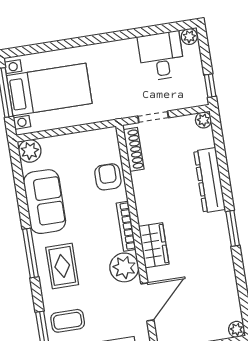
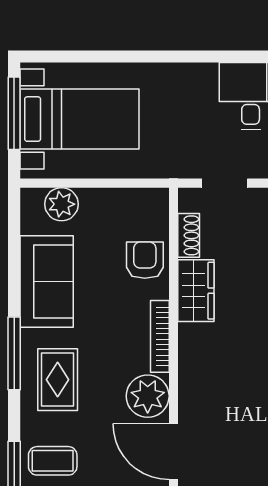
shoe rack: (134, 149) -> (189, 235), width x0.70
plant: (30, 151) -> (61, 204), moved
wardrobe: (154, 245) -> (196, 291), moved
door: (147, 302) -> (173, 452), swing flipped

